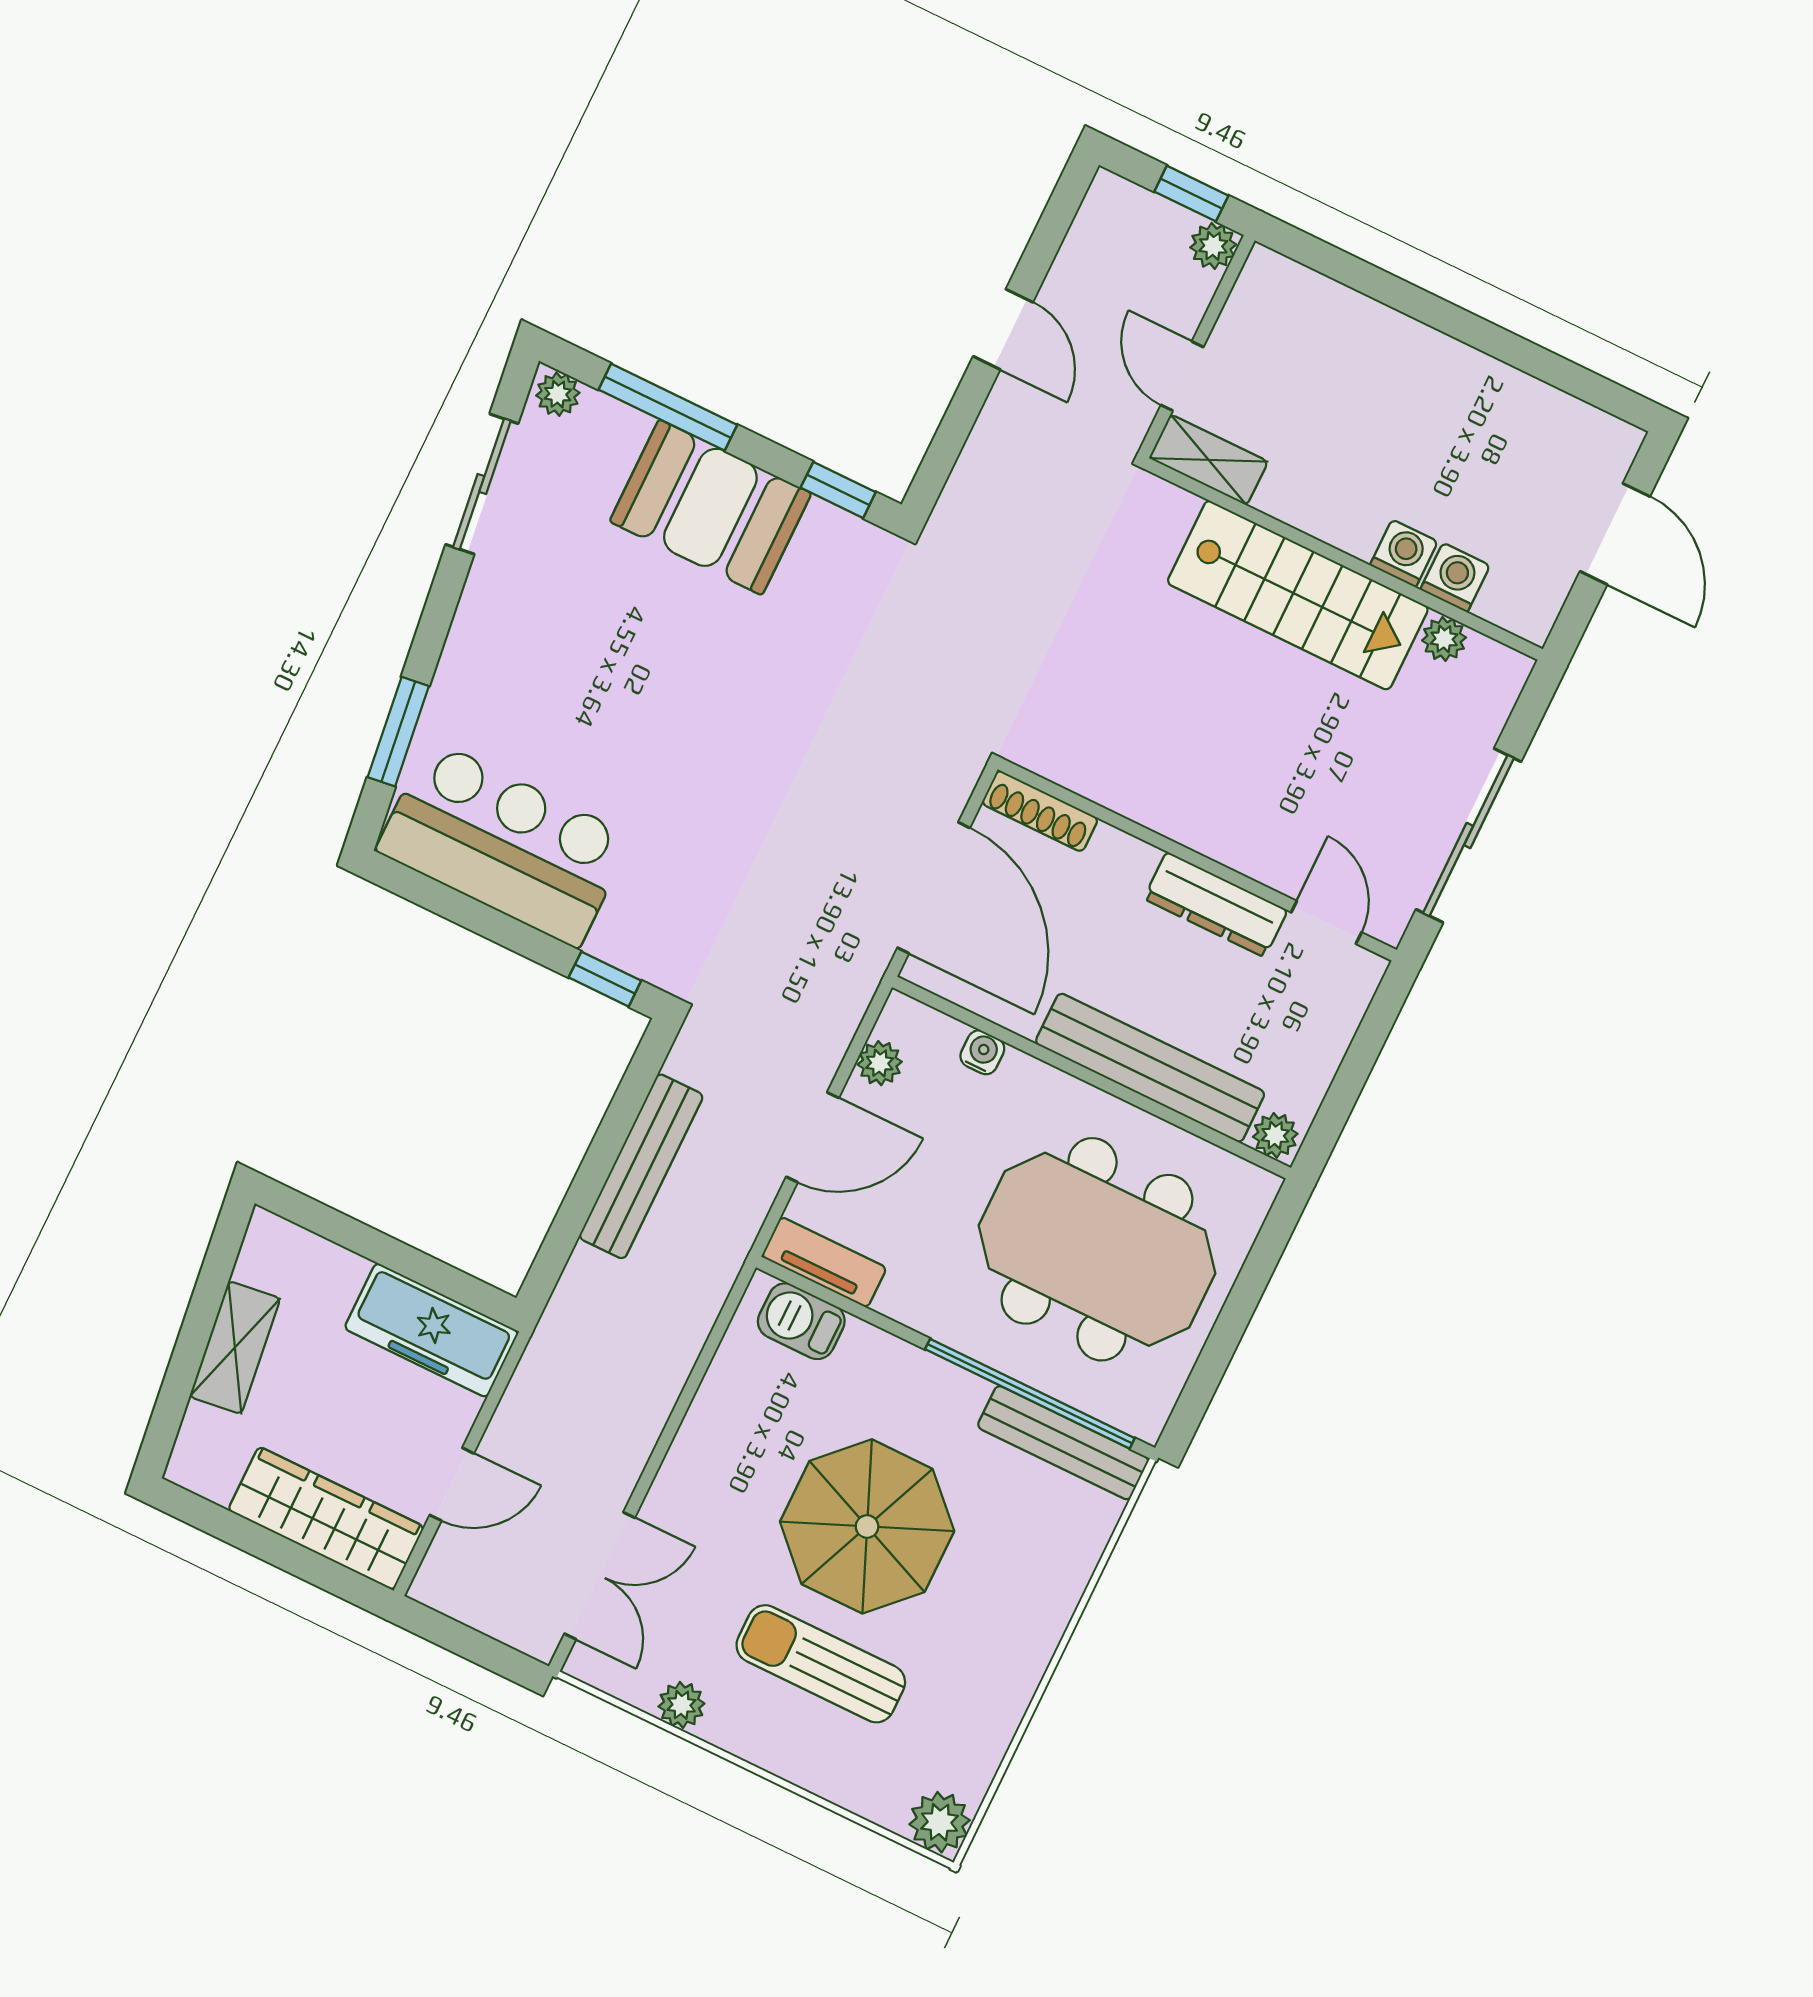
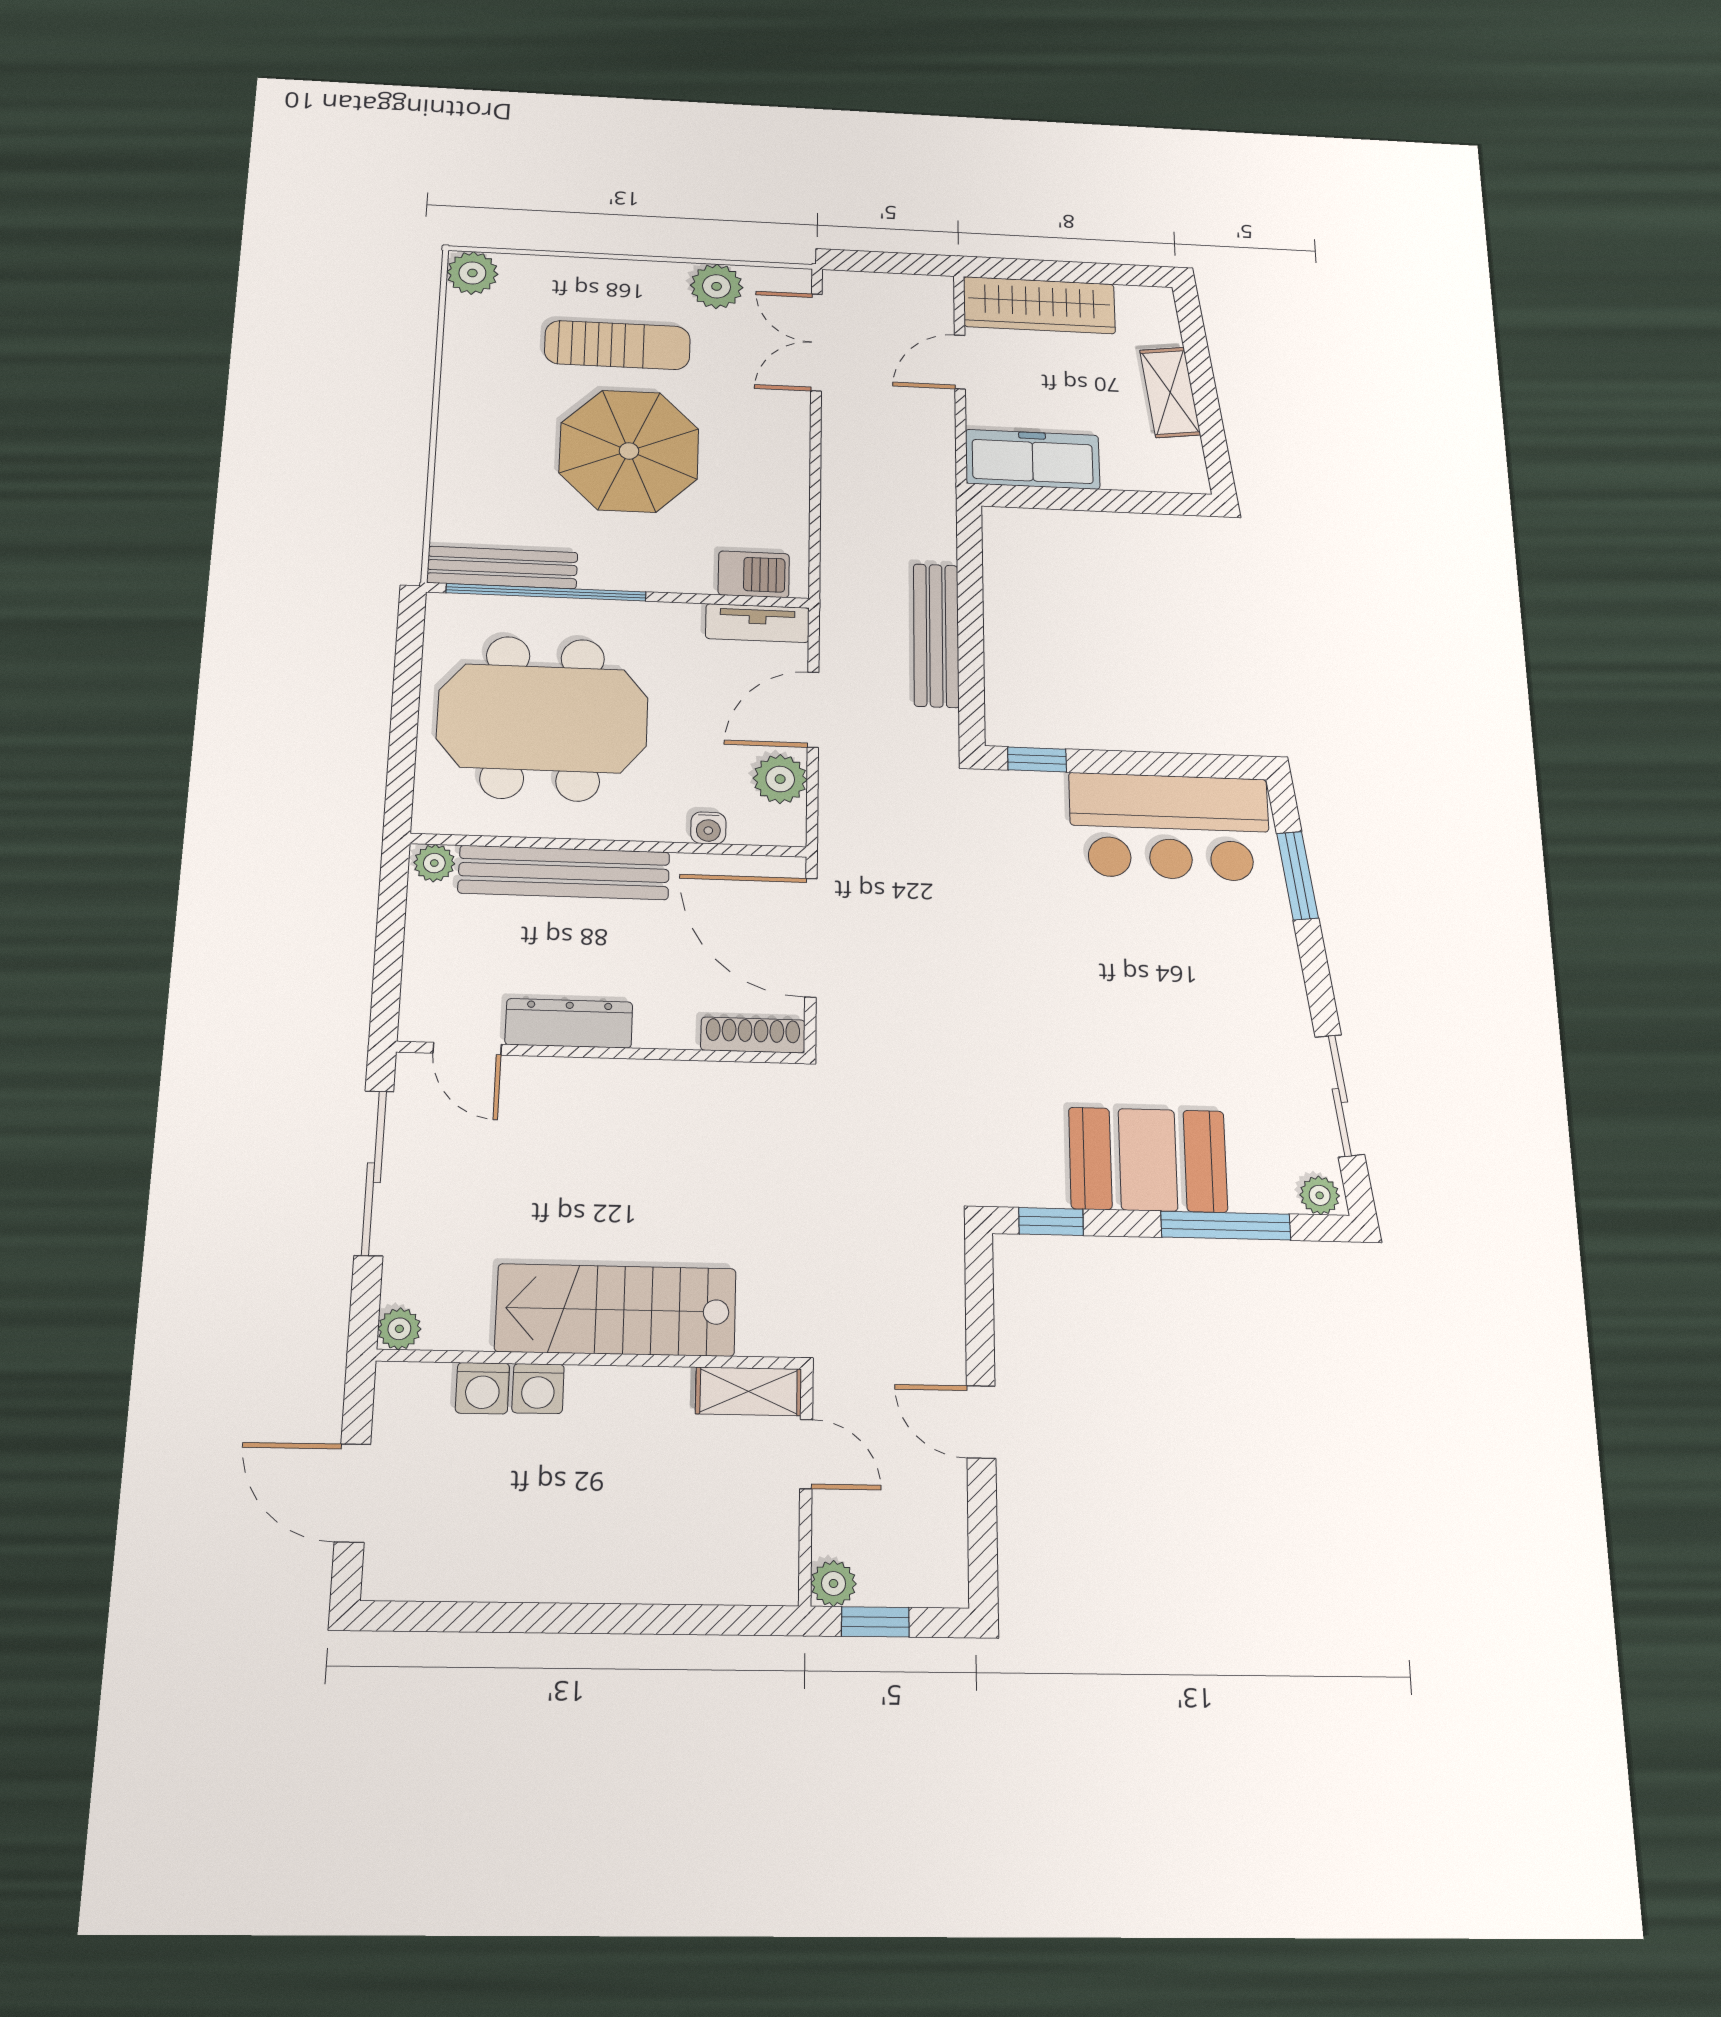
plant: (1444, 639) -> (399, 1329), moved
plant: (880, 1063) -> (780, 779), width x1.38, depth x1.38
plant: (681, 1705) -> (717, 286), width x1.38, depth x1.38

